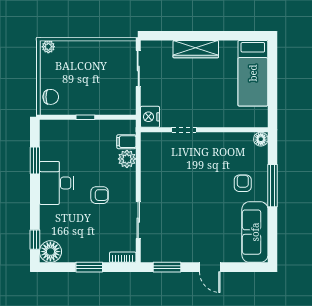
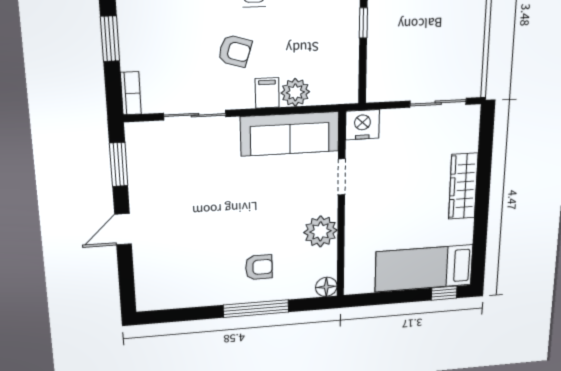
window: (273, 59) -> (444, 293), added
filing cabinet: (126, 142) -> (267, 93), moved
plant: (221, 143) -> (321, 231), added
armchair: (100, 195) -> (235, 51), turned -73
sofa: (255, 232) -> (290, 134), moved, turned 180

